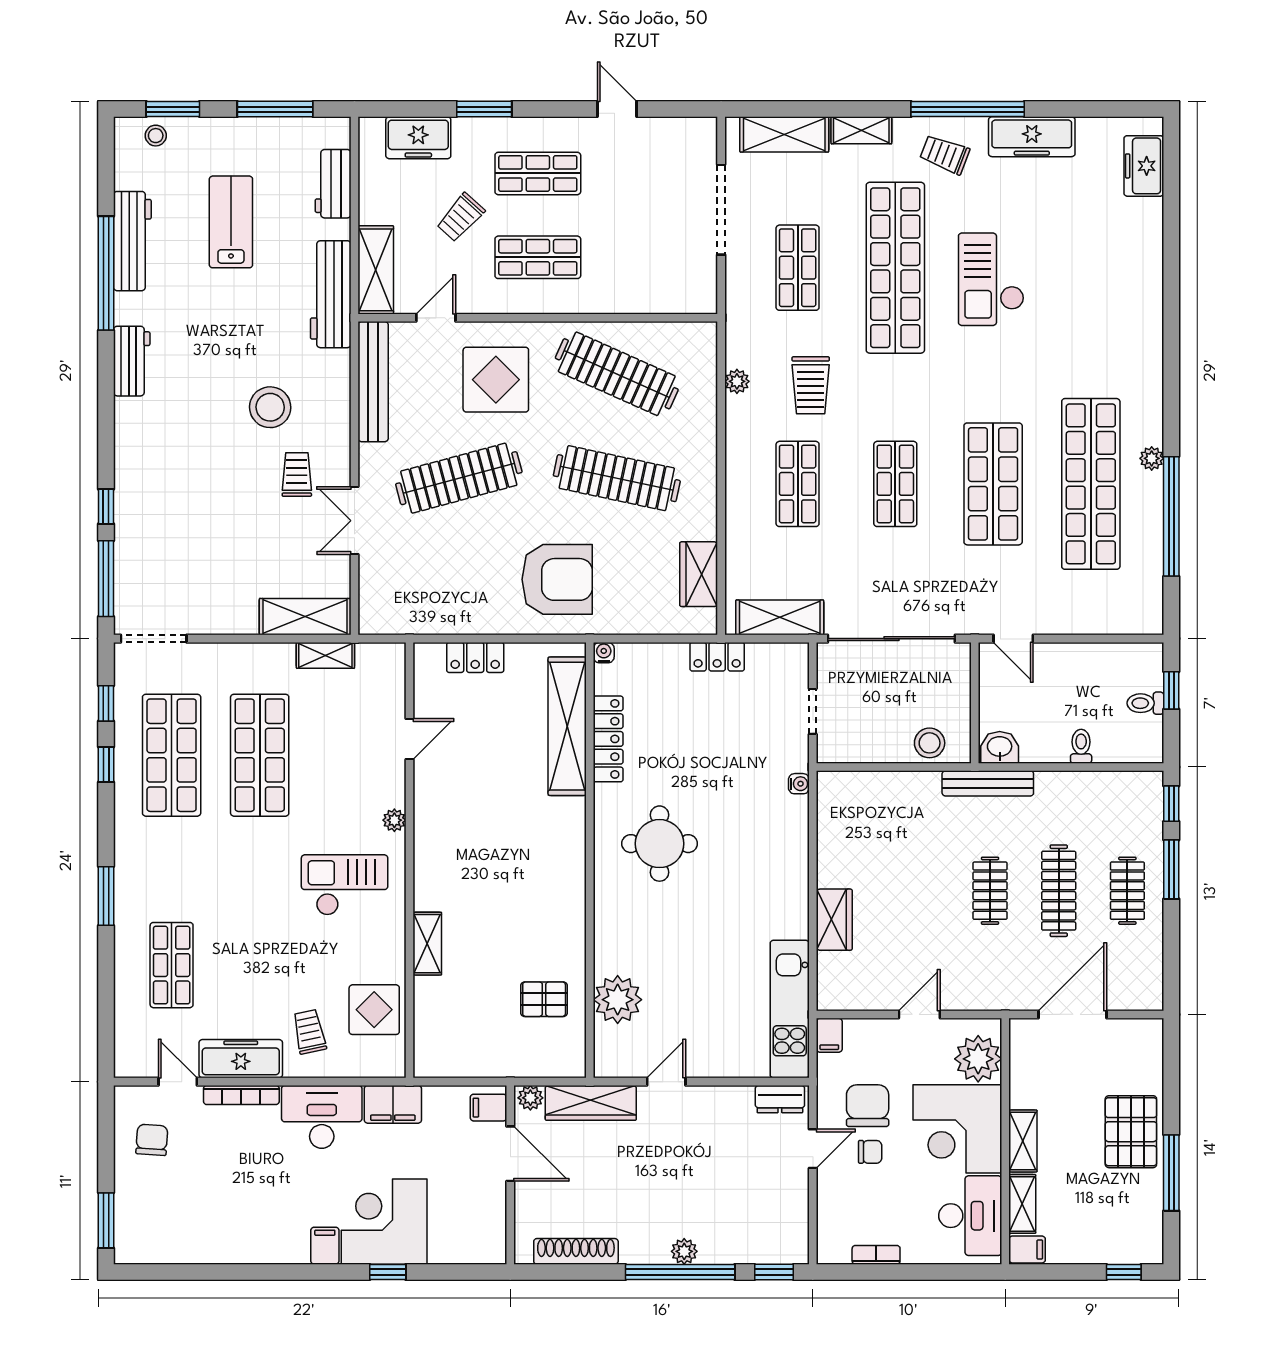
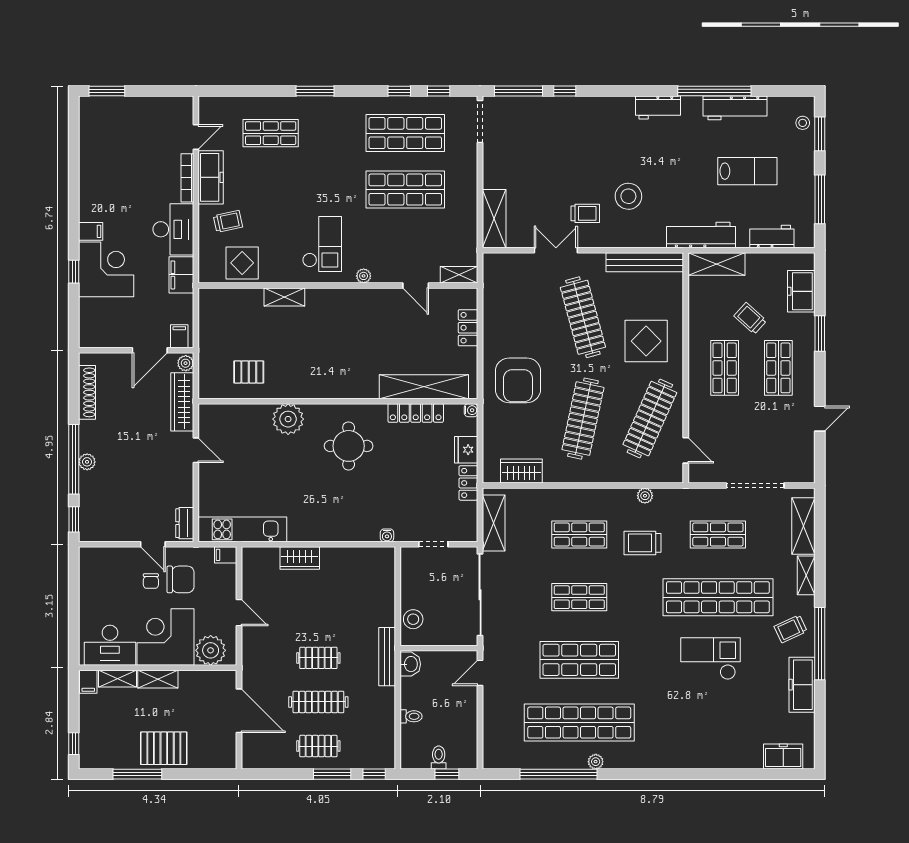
trolley: (945, 154) -> (791, 629), turned -136
door: (436, 318) -> (686, 450), moved
shelving: (325, 655) -> (459, 275), moved, turned 90
fridge: (665, 660) -> (466, 450), added
pallet: (544, 999) -> (249, 372), turned 90
plant: (618, 1000) -> (288, 419), moved
chair: (152, 1140) -> (159, 120), removed
bookcase: (876, 1255) -> (85, 585), removed

